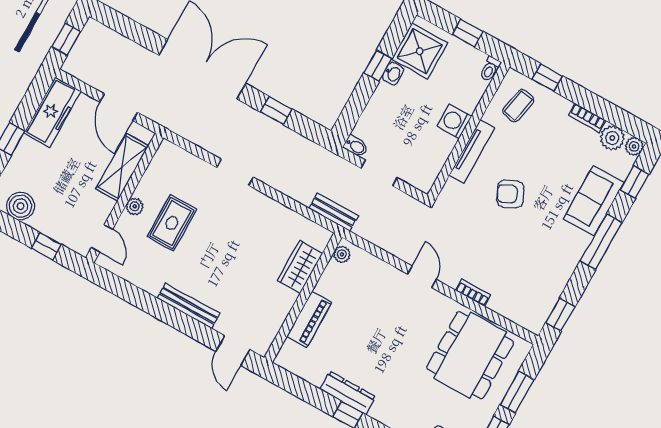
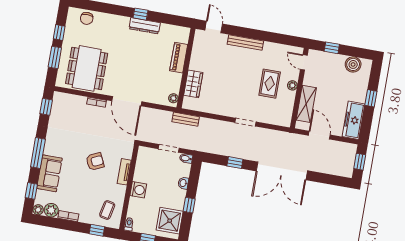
washbasin: (393, 74) -> (183, 183), moved
tv unit: (472, 152) -> (124, 172), width x0.71
door: (422, 277) -> (127, 101), width x1.87

